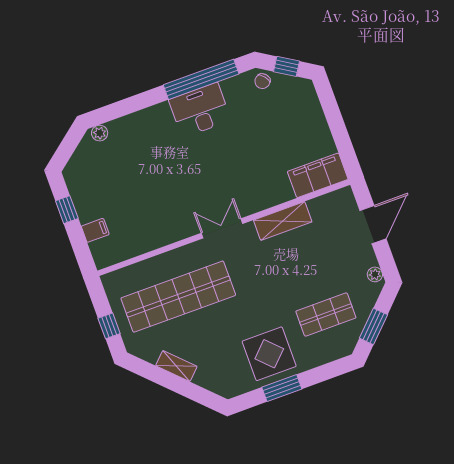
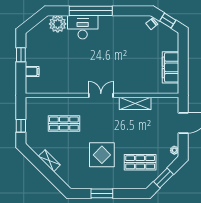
window: (201, 79) -> (91, 11), moved
desk: (200, 110) -> (83, 27), moved
plant: (100, 133) -> (58, 24), width x1.87, depth x1.87
filing cabinet: (318, 175) -> (171, 67), moved, turned -90
shop shelf: (178, 297) -> (64, 124), width x0.50, depth x0.74
display table: (269, 354) -> (102, 155), moved

